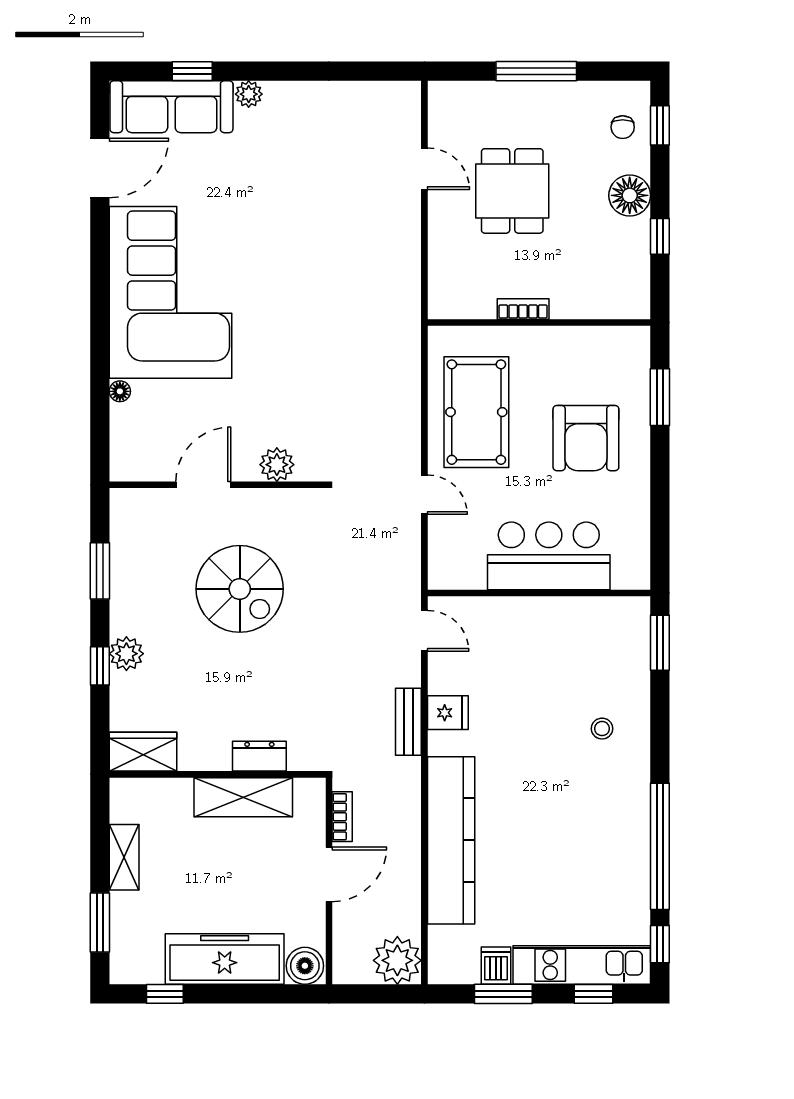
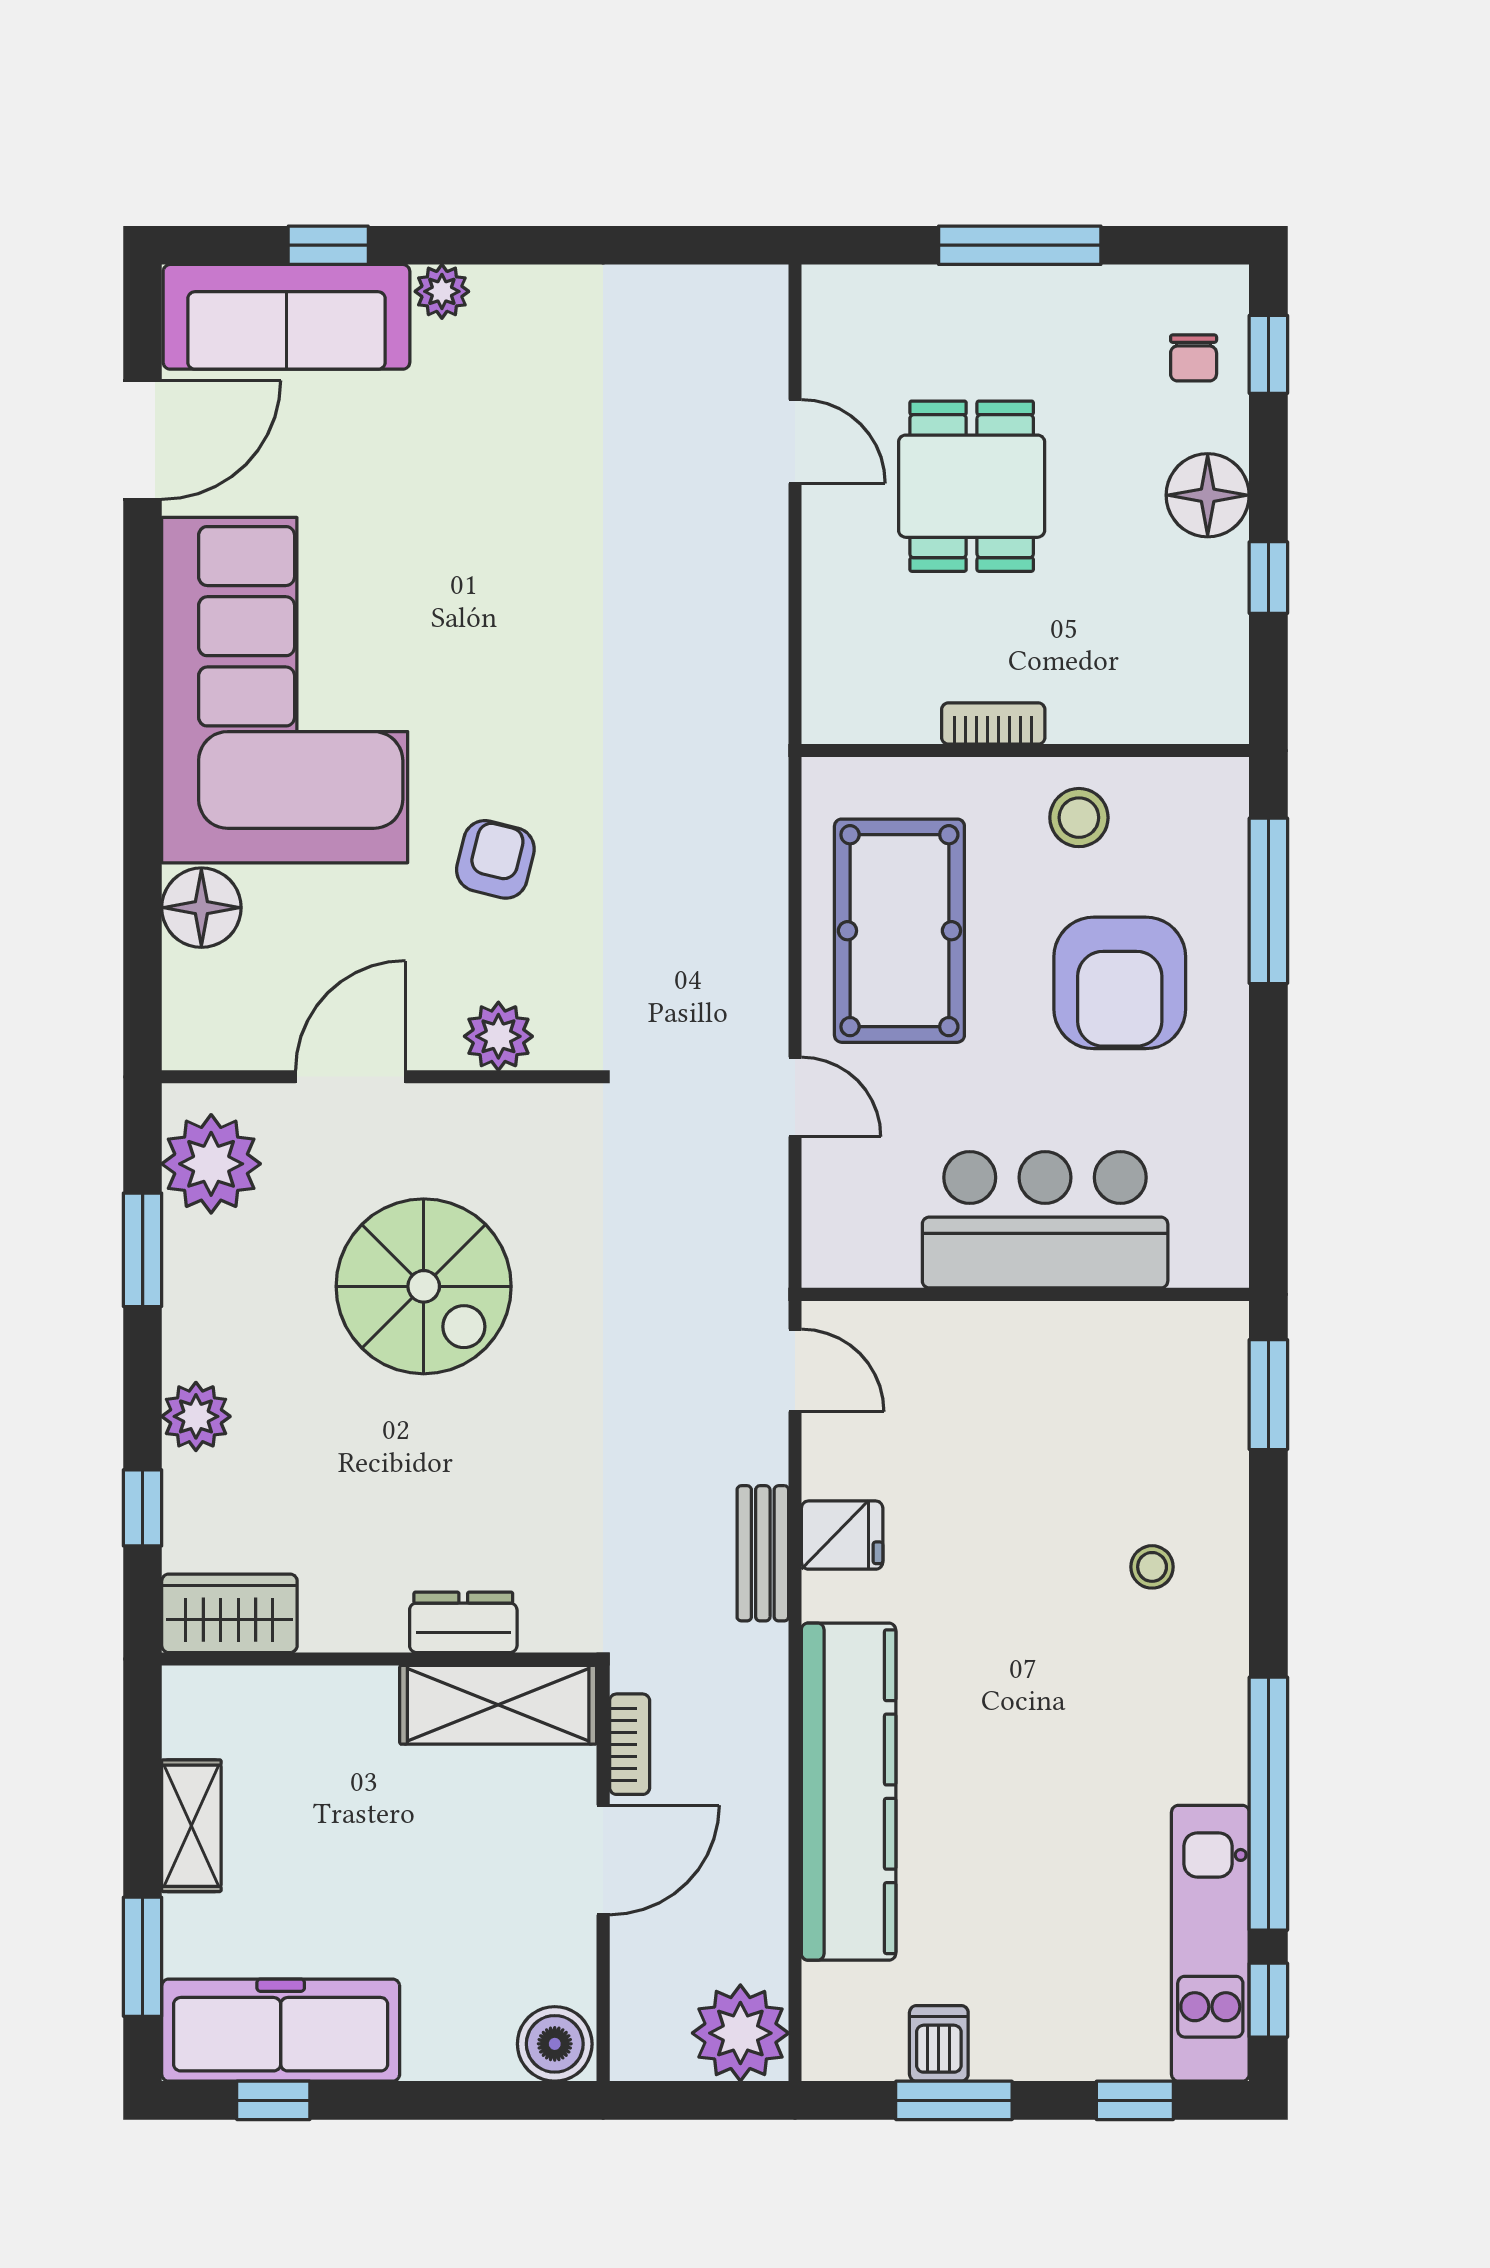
stool: (566, 356) -> (1079, 818), added
armchair: (275, 377) -> (495, 859), added
floor lamp: (120, 391) -> (201, 908), width x1.89, depth x1.89
window: (660, 397) -> (1268, 901), width x1.44
plant: (134, 528) -> (211, 1164), added
window: (100, 666) -> (143, 1508), moved
shelving: (243, 797) -> (498, 1705), moved
freezer: (225, 959) -> (281, 2030), moved
kitchen unit: (582, 965) -> (1210, 1943), moved, turned -90

